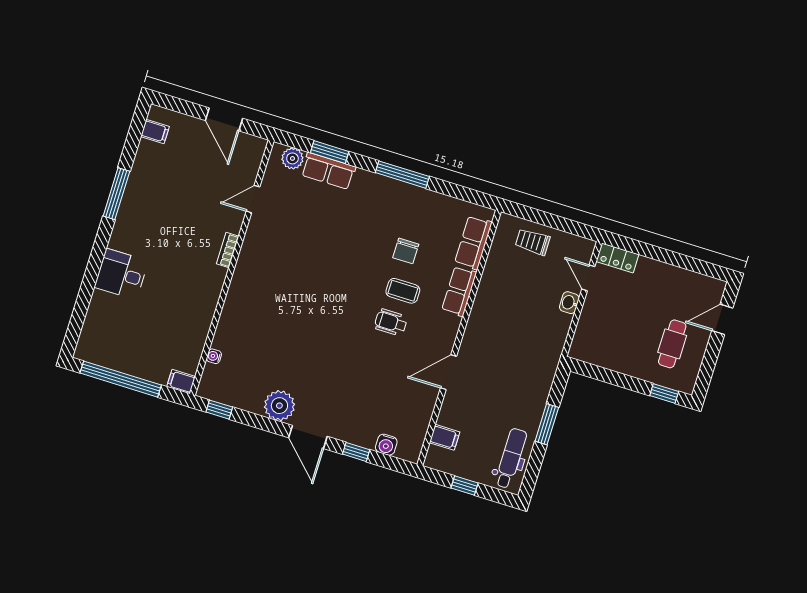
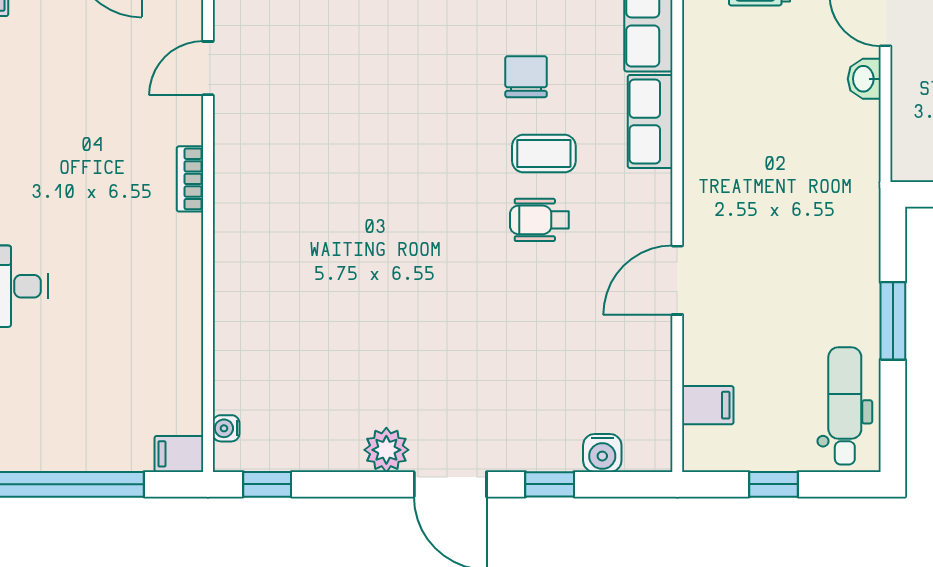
chair: (406, 251) -> (526, 77), turned 180
water cooler: (214, 356) -> (226, 428), moved
plant: (279, 406) -> (386, 450), width x0.73, depth x0.73

